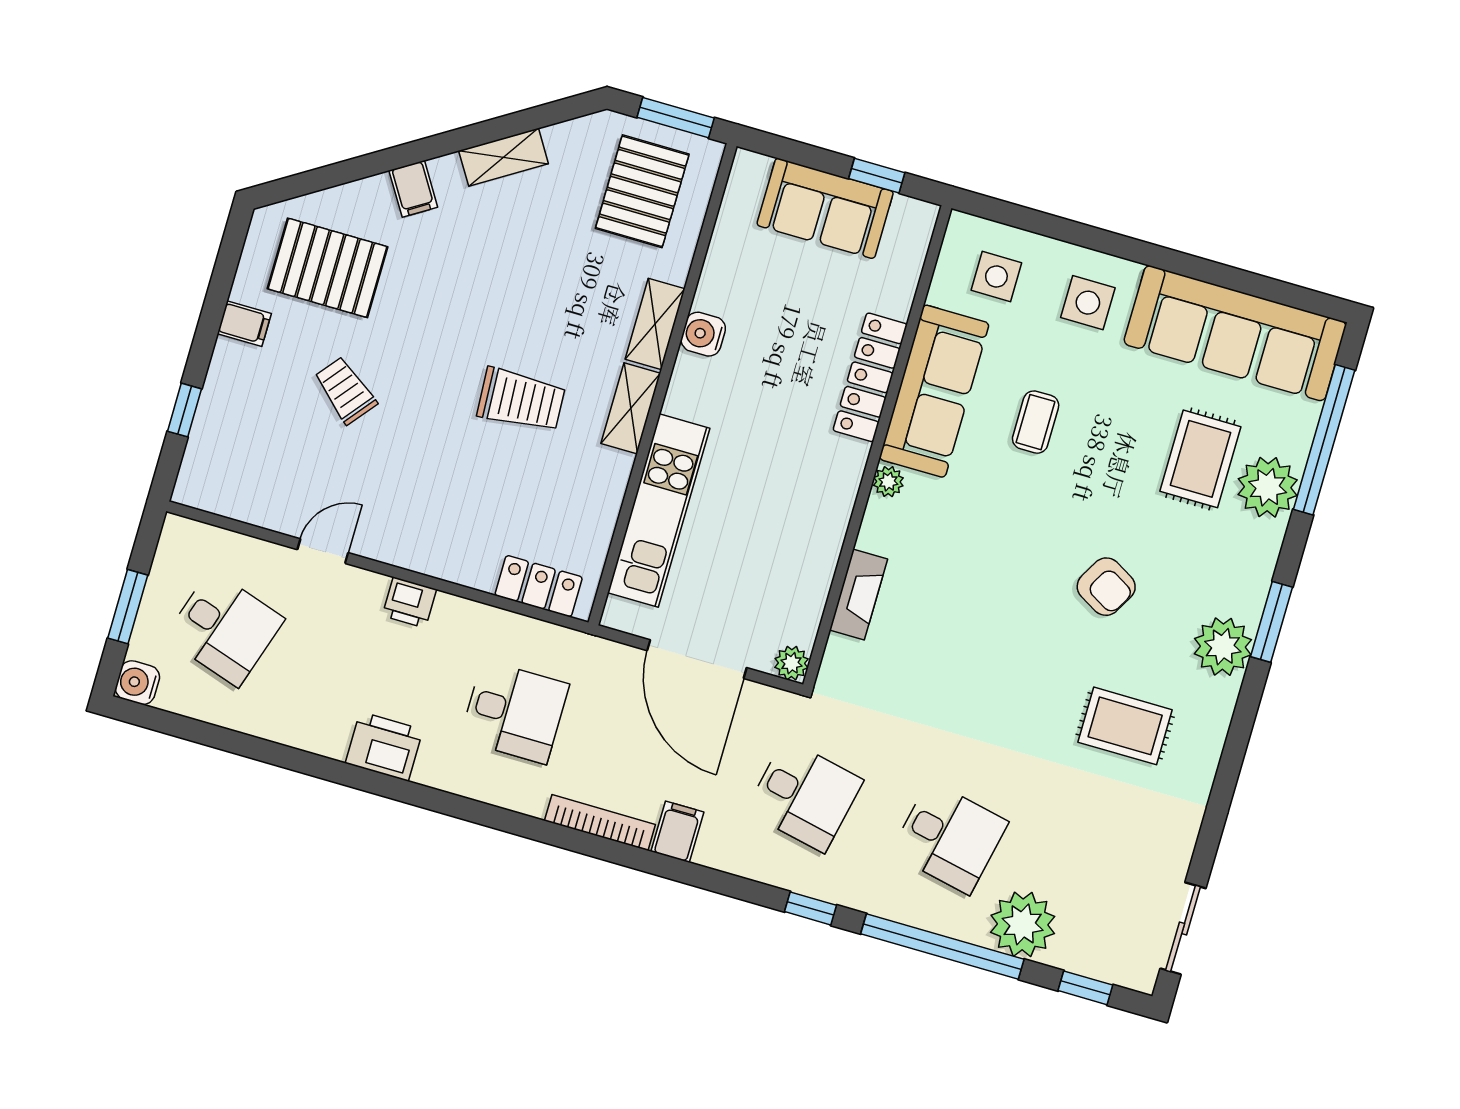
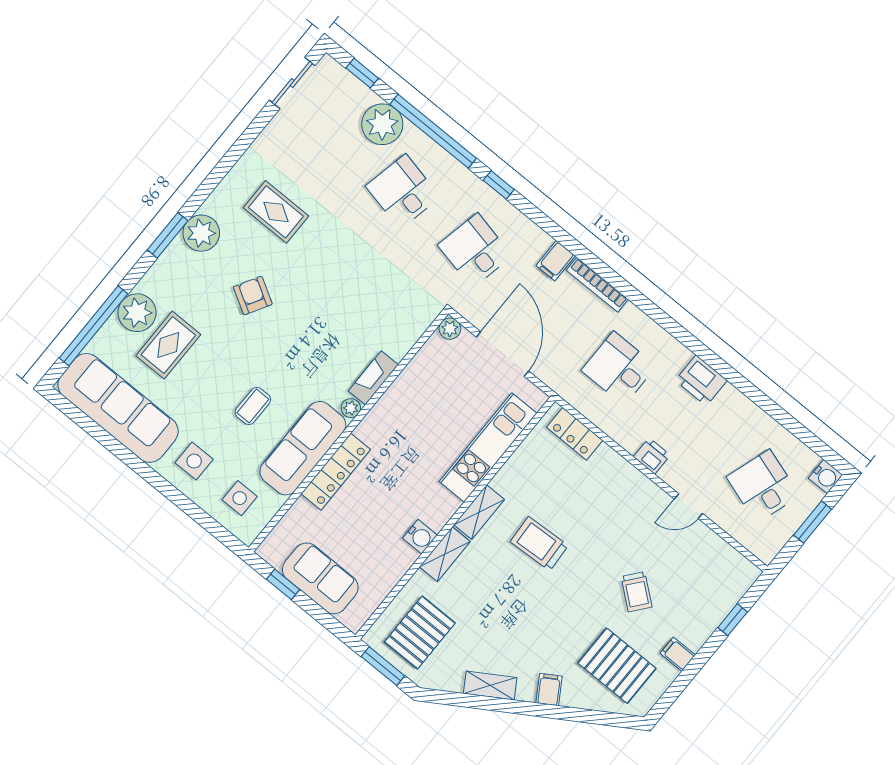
fireplace: (859, 594) -> (373, 378), moved

